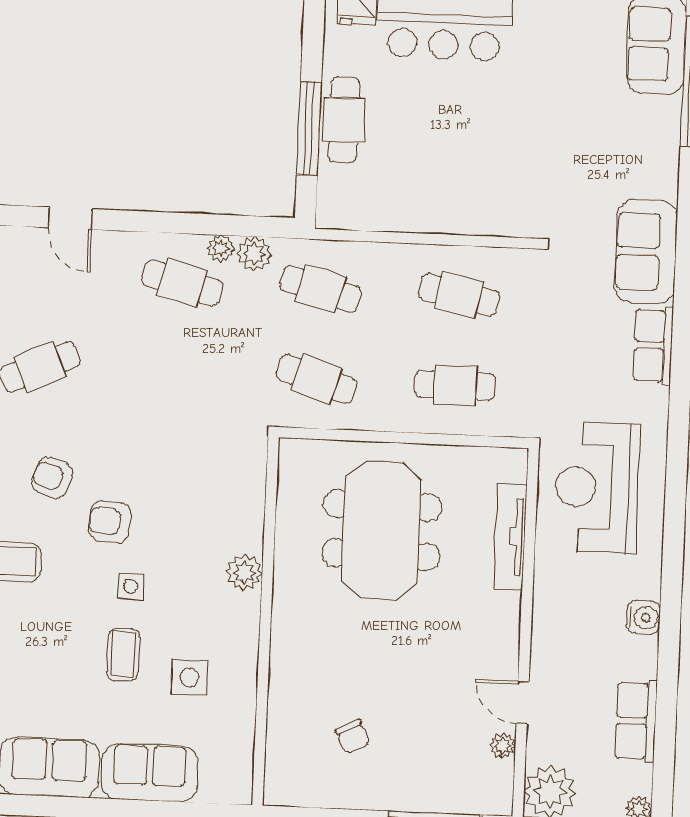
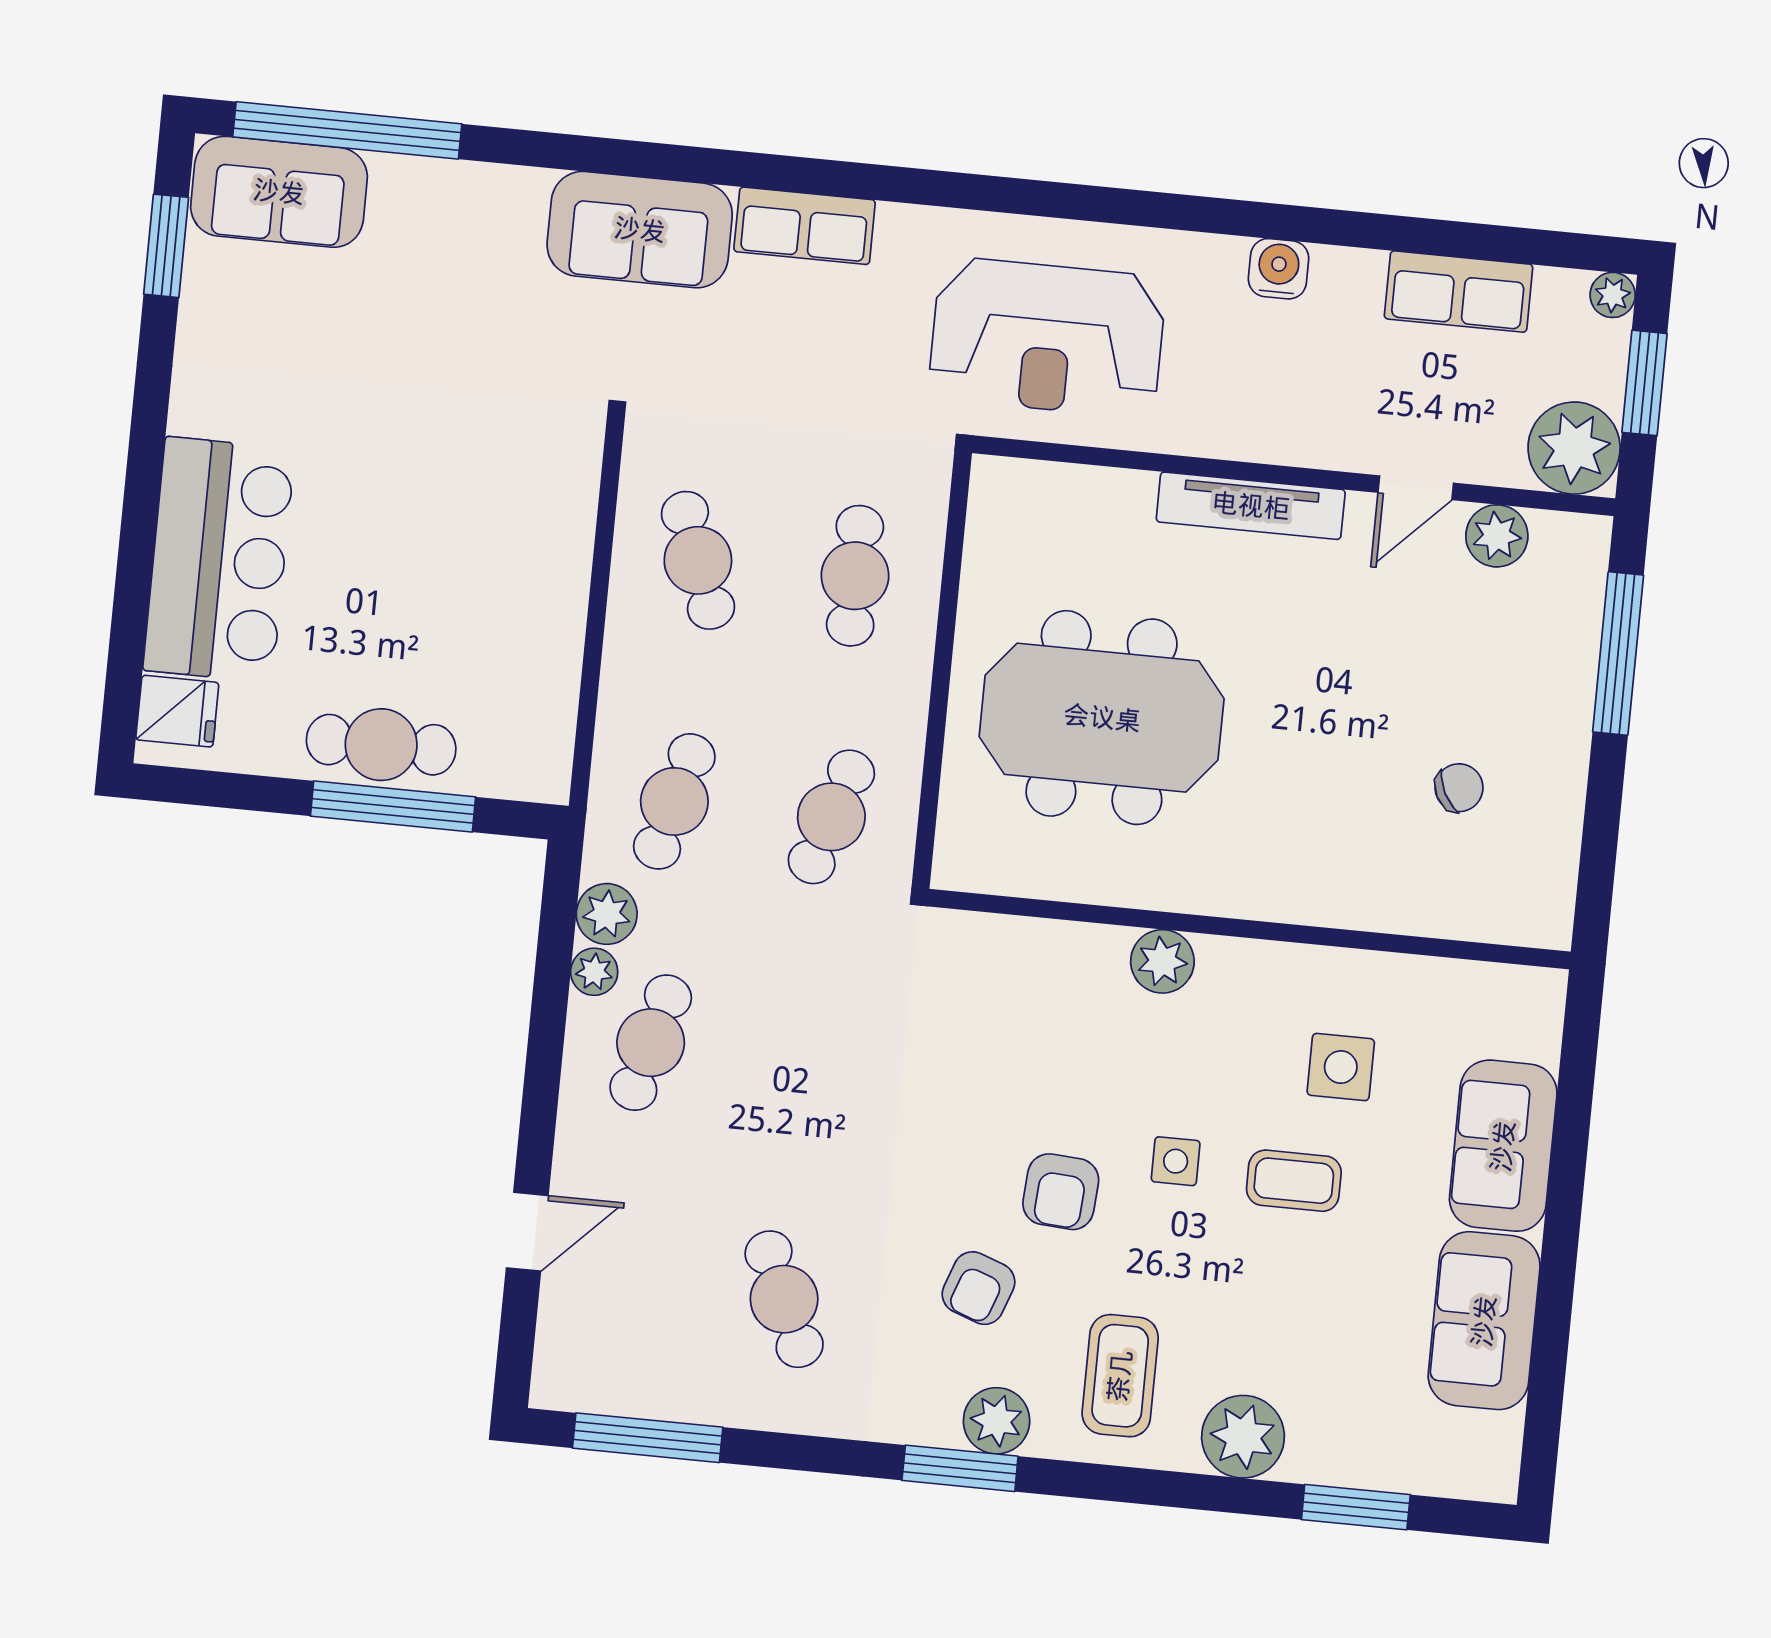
cafe table: (459, 295) -> (698, 560), turned -33
tv unit: (510, 537) -> (1251, 506), moved
plant: (503, 746) -> (1497, 536), width x1.38, depth x1.38

